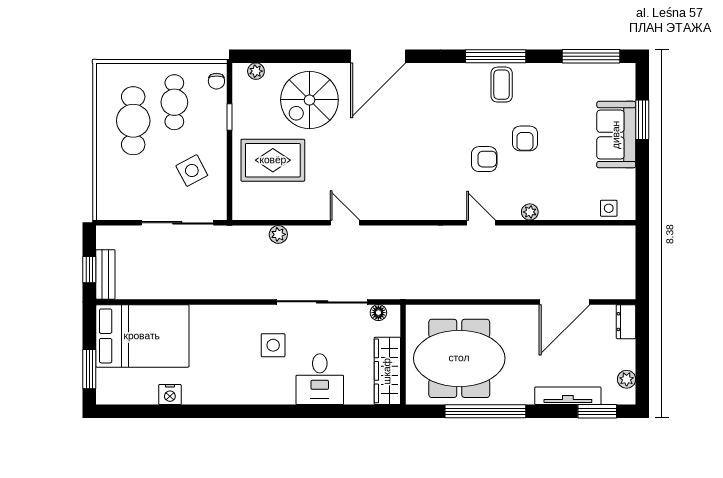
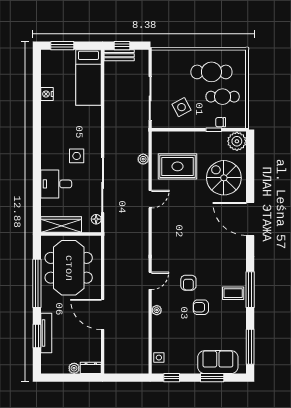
plant: (256, 71) -> (237, 141), width x1.87, depth x1.87
chair: (216, 81) -> (221, 122), moved
sofa: (616, 135) -> (218, 362), moved
rug: (273, 160) -> (177, 166), moved, turned 90
window: (642, 187) -> (172, 378), added
door: (564, 302) -> (103, 315), moved
bed: (142, 336) -> (88, 77), width x0.67
plant: (627, 379) -> (74, 368), moved
window: (597, 411) -> (37, 336), moved

